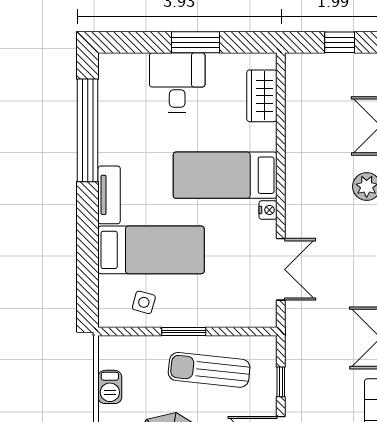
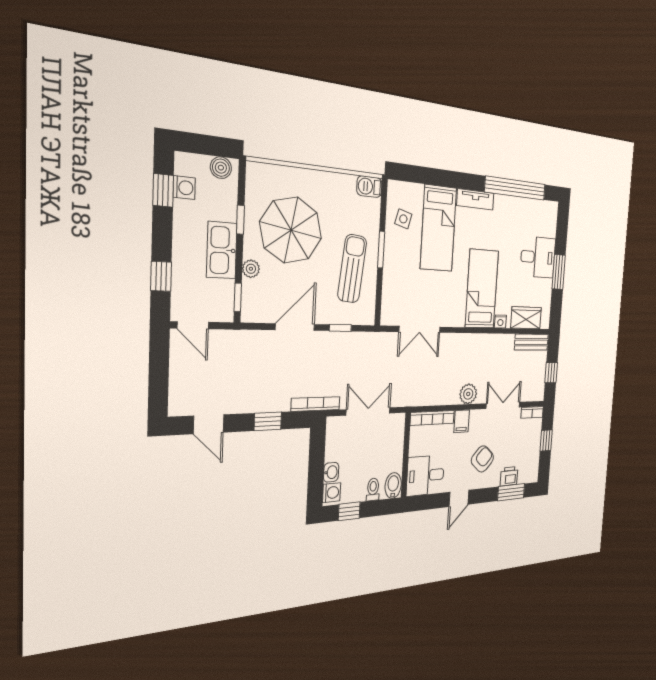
bench: (296, 83) -> (531, 342), added
nightstand: (268, 210) -> (500, 321), moved
barbecue: (110, 387) -> (369, 187), moved

